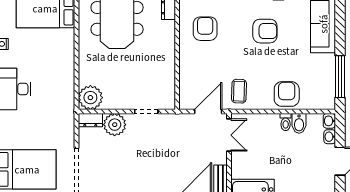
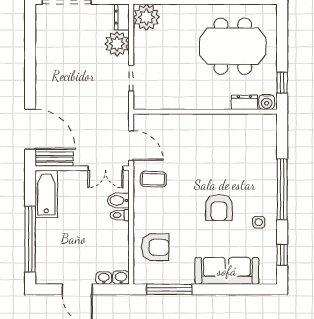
armchair: (205, 29) -> (222, 142), removed
armchair: (287, 94) -> (155, 247), moved
toilet: (286, 122) -> (120, 215), moved
bidet: (299, 123) -> (118, 200), moved

